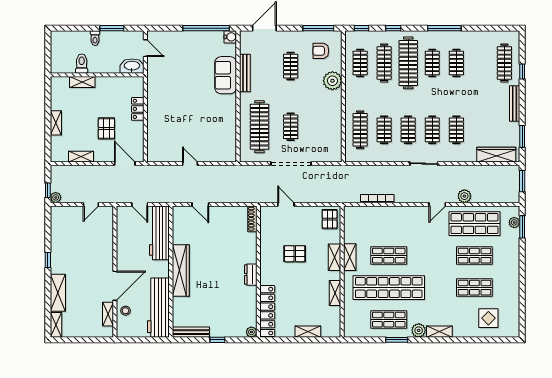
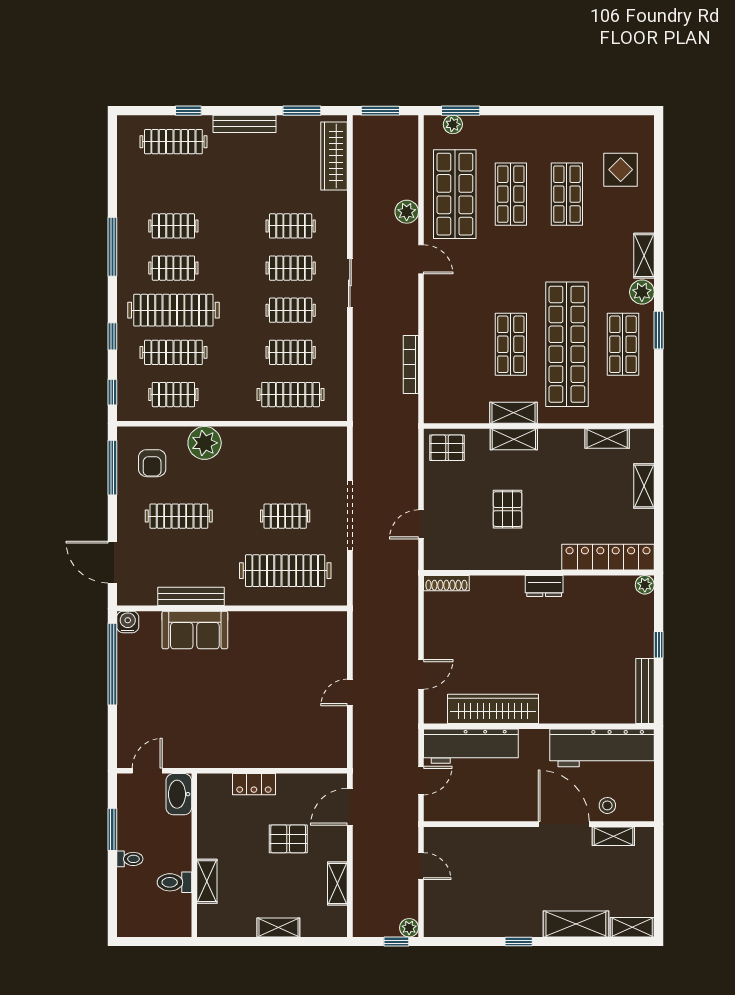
clothes rail: (291, 66) -> (179, 516), width x1.36
wardrobe: (181, 270) -> (493, 709), moved
shelving: (335, 293) -> (607, 439), moved

